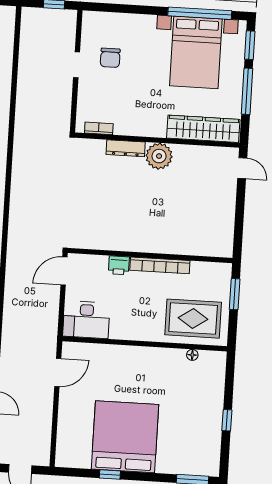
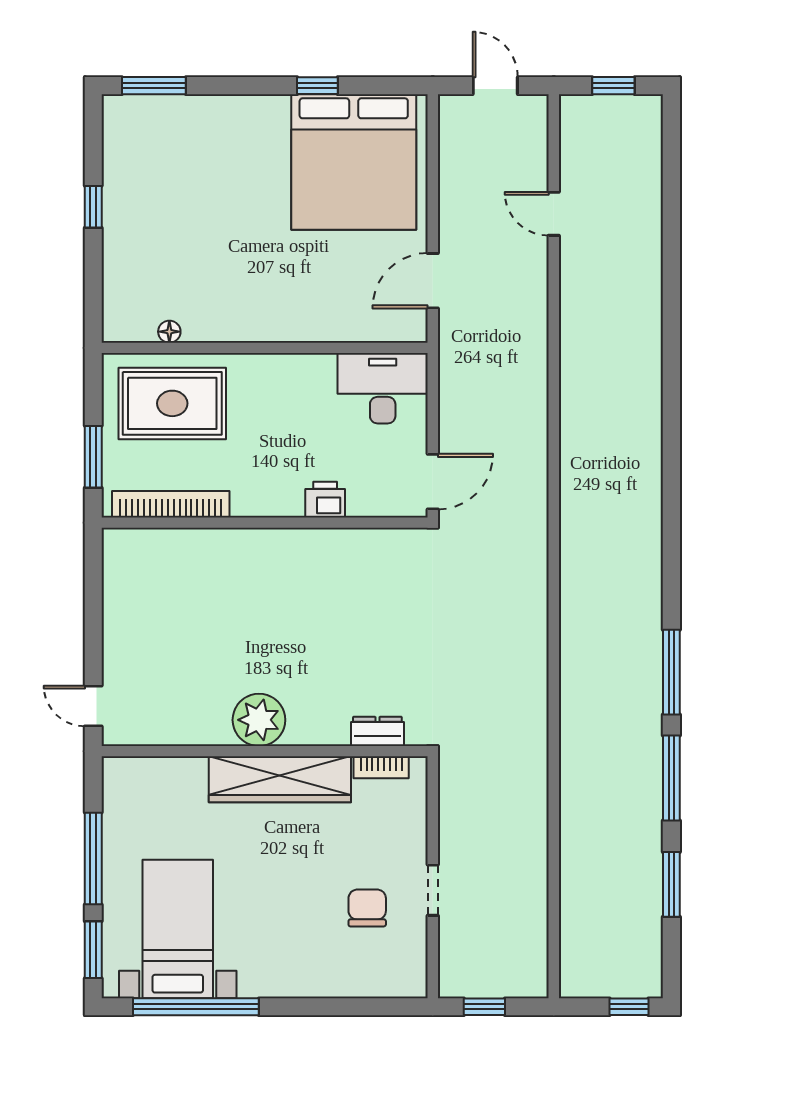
bed with nightstands: (196, 52) -> (178, 929), width x0.73
wardrobe: (203, 129) -> (280, 779), moved
dresser: (126, 148) -> (377, 731), moved, width x0.70
bookcase: (160, 265) -> (171, 504), moved
bed: (125, 437) -> (354, 162), moved

